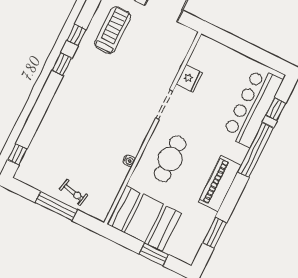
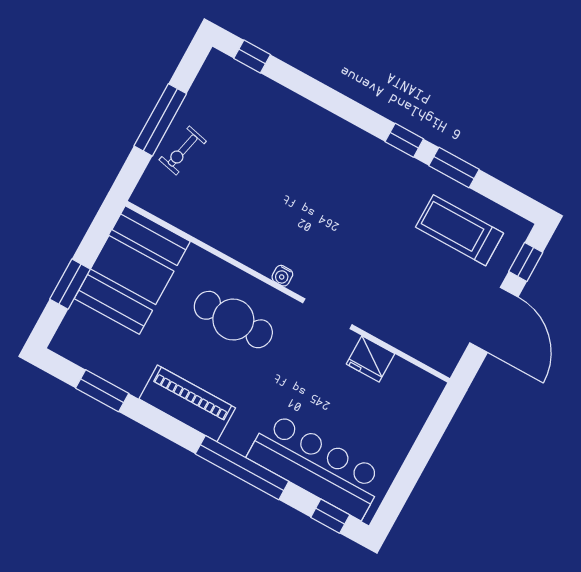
treadmill: (113, 30) -> (459, 230), turned 180
window: (76, 35) -> (454, 167), width x1.50
window: (276, 109) -> (330, 516), moved
water cooler: (129, 161) -> (282, 276), moved

